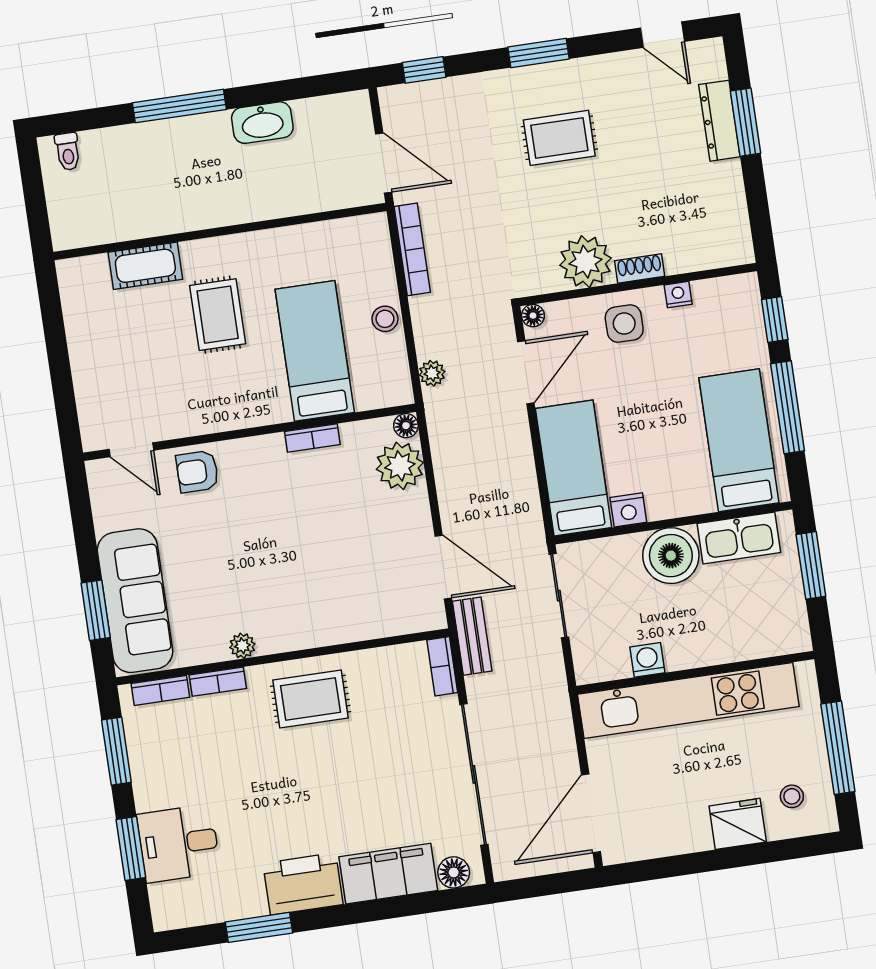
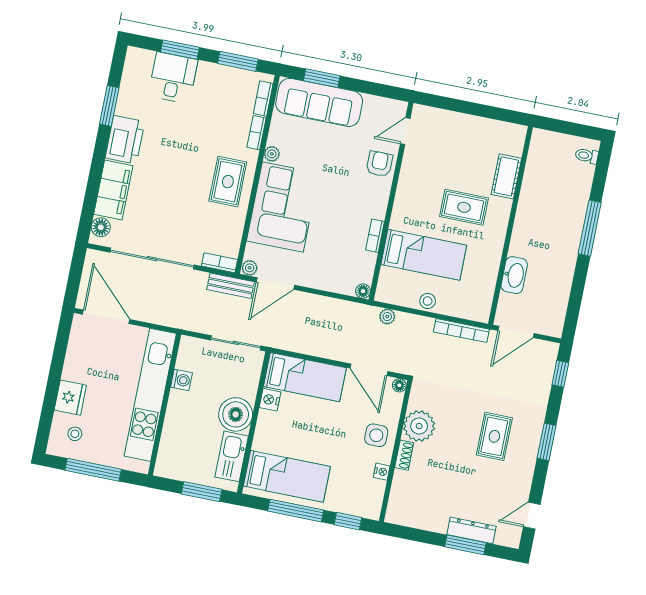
washbasin: (262, 123) -> (514, 275), moved, turned 180
plant: (400, 466) -> (250, 268), moved, width x0.53, depth x0.53
corner sofa: (319, 599) -> (283, 207), added

